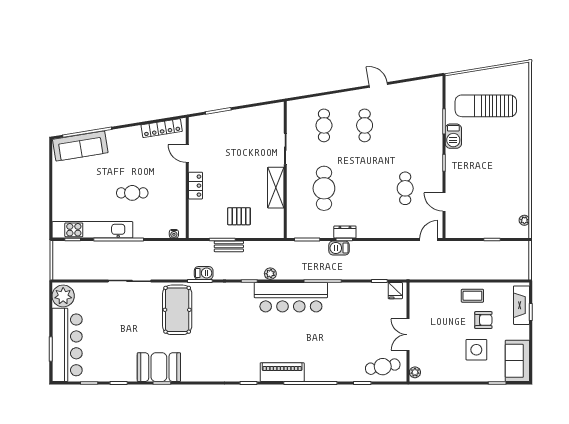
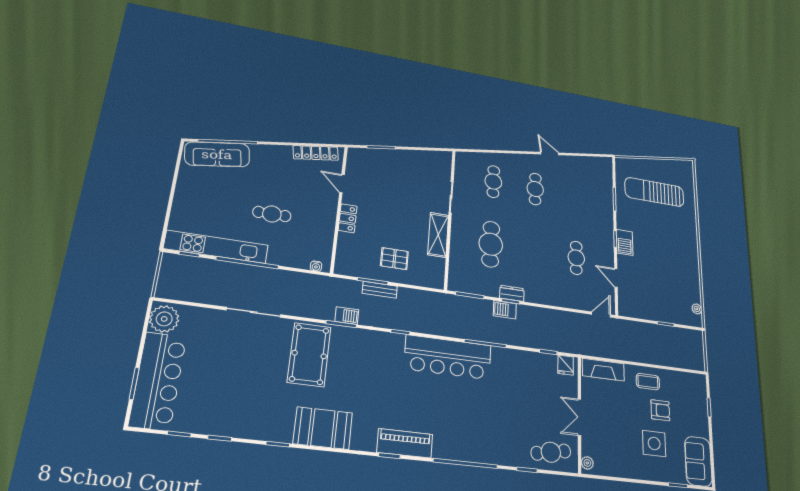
barbecue: (453, 136) -> (625, 242), moved
plant: (270, 274) -> (426, 327), removed
fireplace: (522, 305) -> (603, 370), moved, turned -90
booth: (159, 367) -> (323, 428), moved
piano: (282, 372) -> (405, 443), moved

